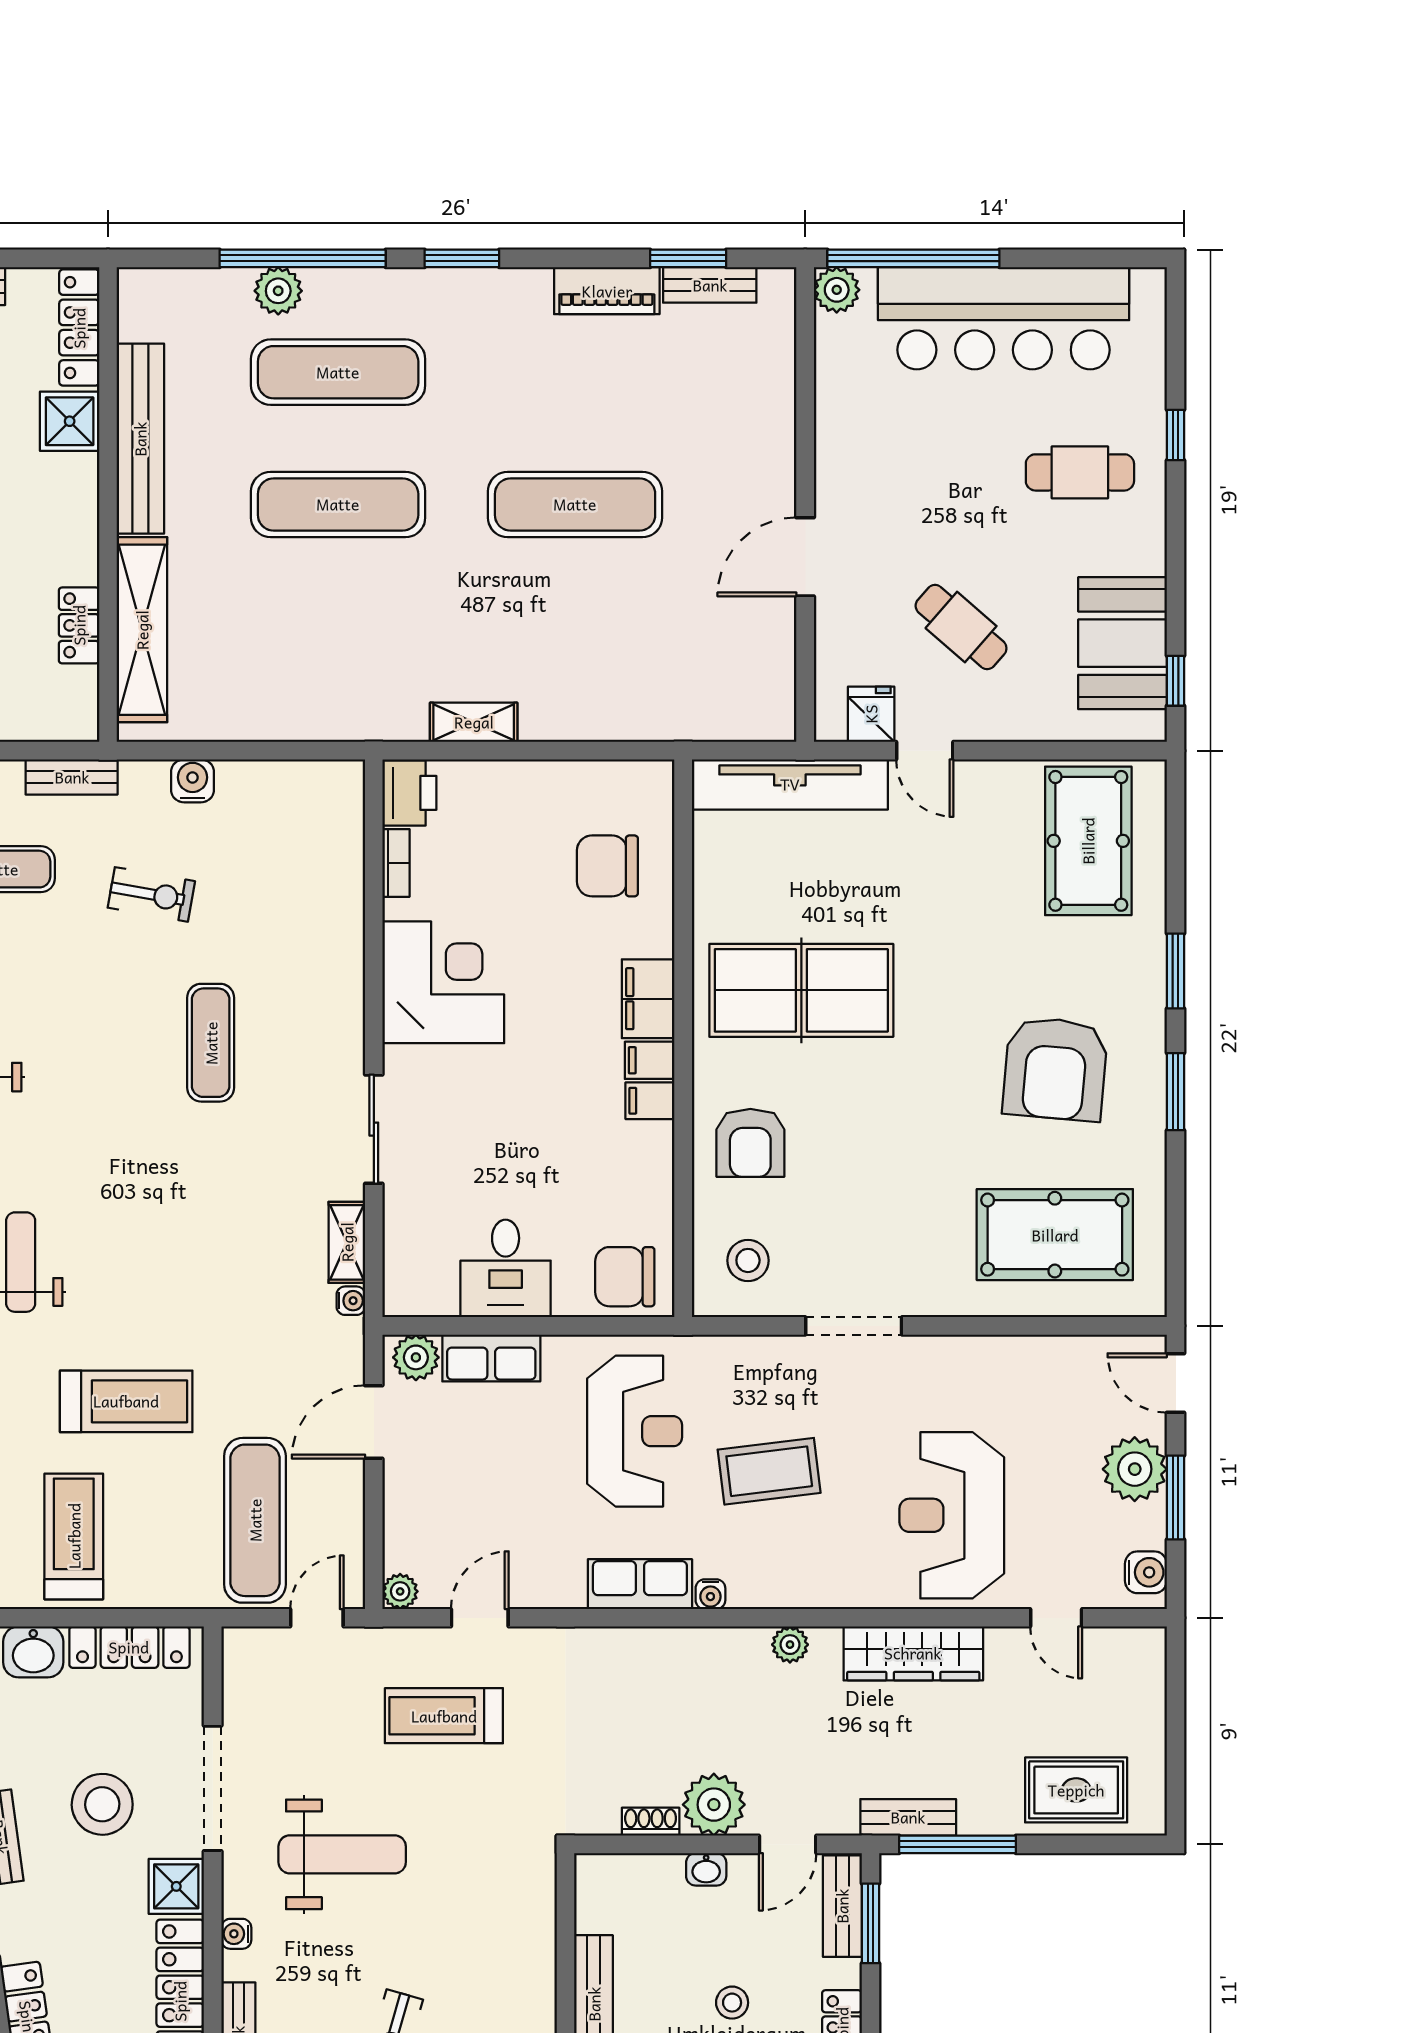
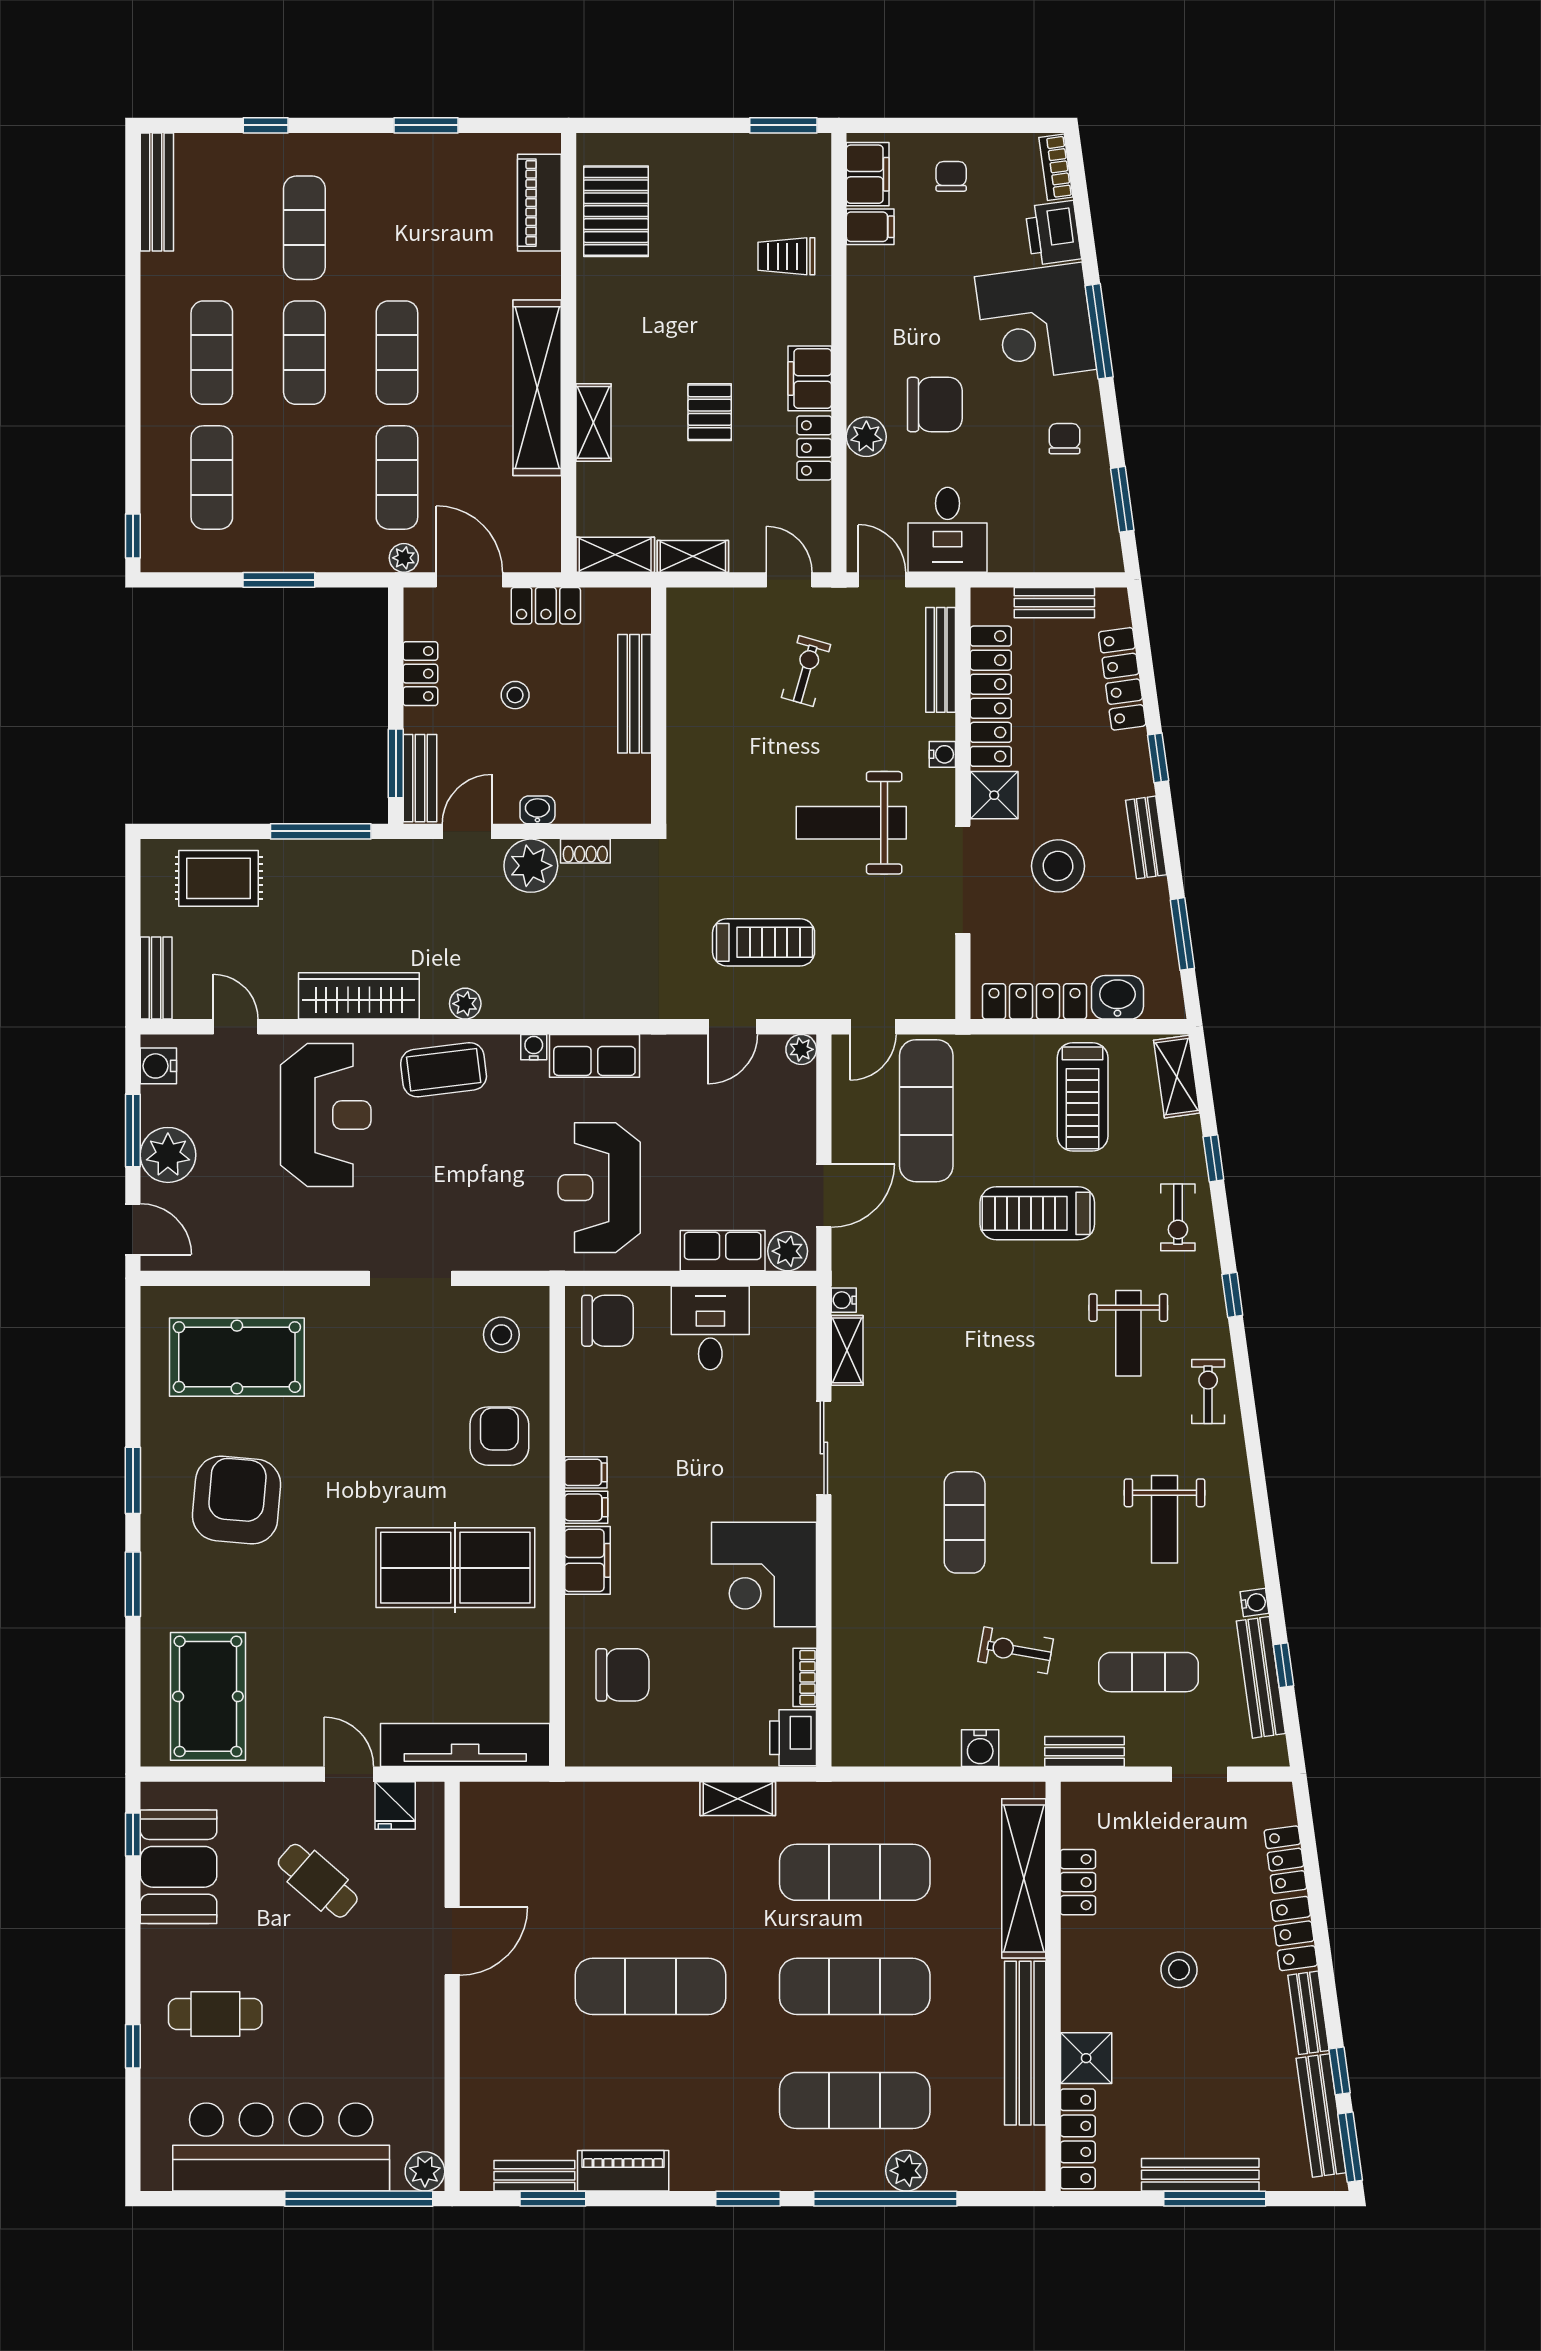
exercise mat: (338, 637) -> (855, 1872), added
coffee table: (769, 1471) -> (444, 1070), moved
bench: (908, 1817) -> (156, 978), moved, turned 90

